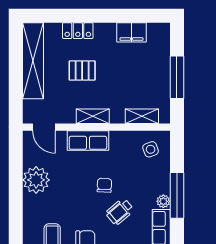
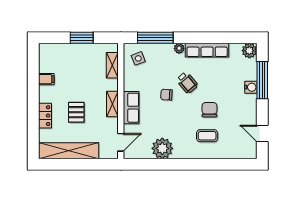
filing cabinet: (131, 32) -> (46, 79), width x0.50
window: (177, 77) -> (82, 38), width x0.69
window: (177, 195) -> (155, 38), moved

